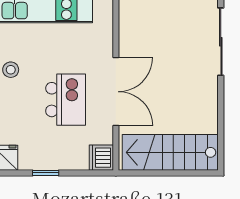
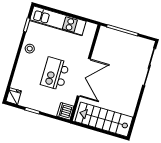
kitchen island: (66, 100) -> (55, 74), turned 180

